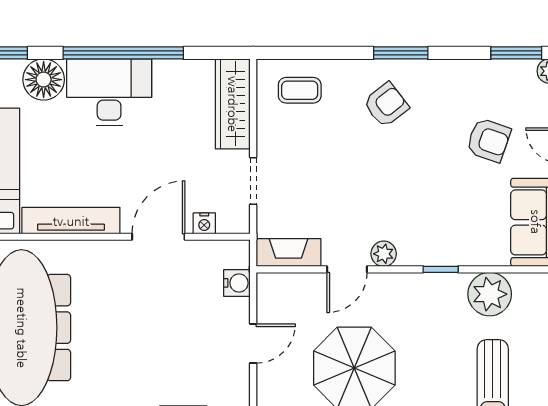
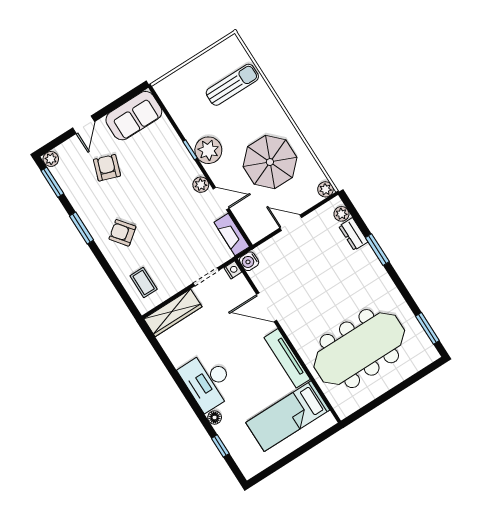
window: (123, 53) -> (183, 387), removed
window: (401, 53) -> (81, 228), moved
floor lamp: (44, 80) -> (215, 418), width x0.53, depth x0.53
nightstand: (204, 223) -> (233, 270), moved
water cooler: (237, 283) -> (249, 261), moved, turned -90
plant: (490, 294) -> (208, 150), moved

